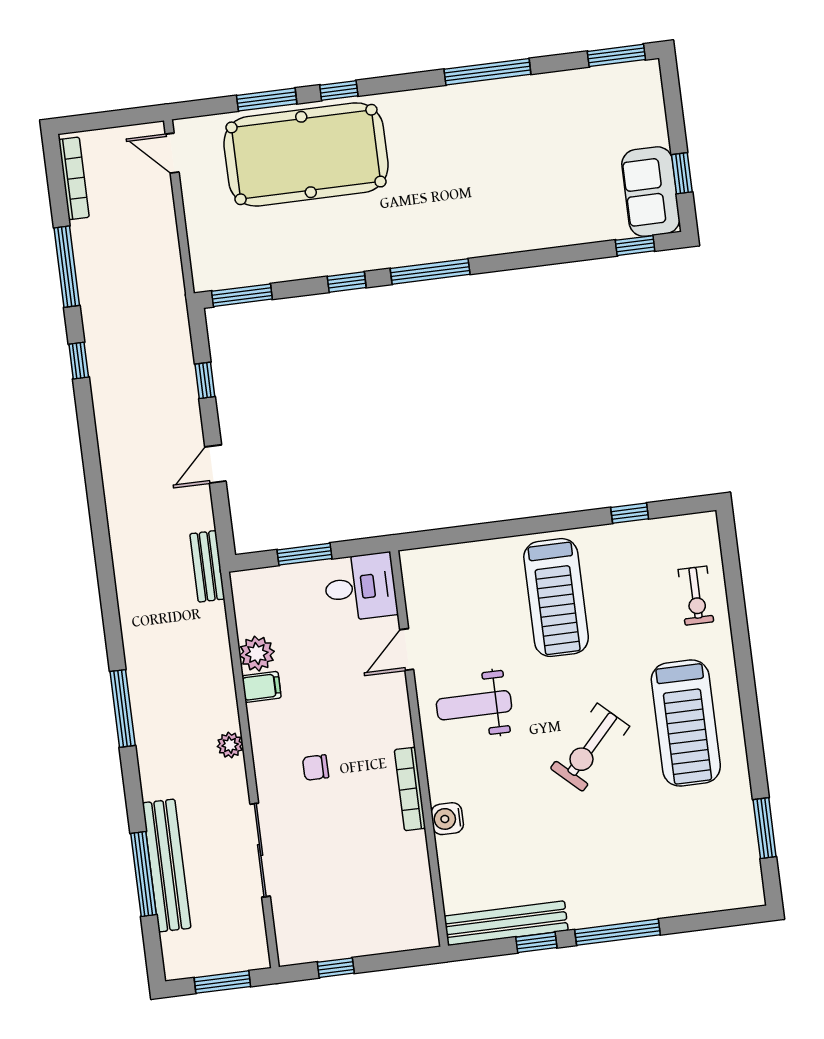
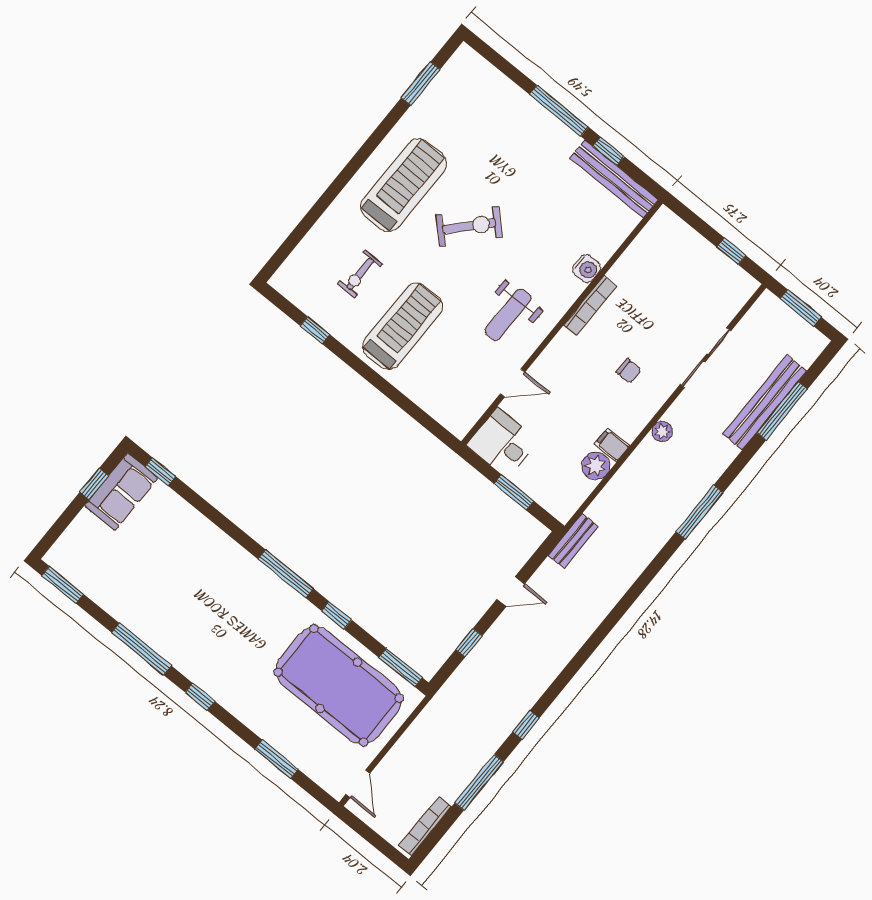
window: (339, 90) -> (200, 697), moved
pool table: (306, 154) -> (339, 685), moved
exercise bike: (696, 596) -> (360, 274), moved, turned 180
weight bench: (474, 705) -> (508, 315), turned 90

